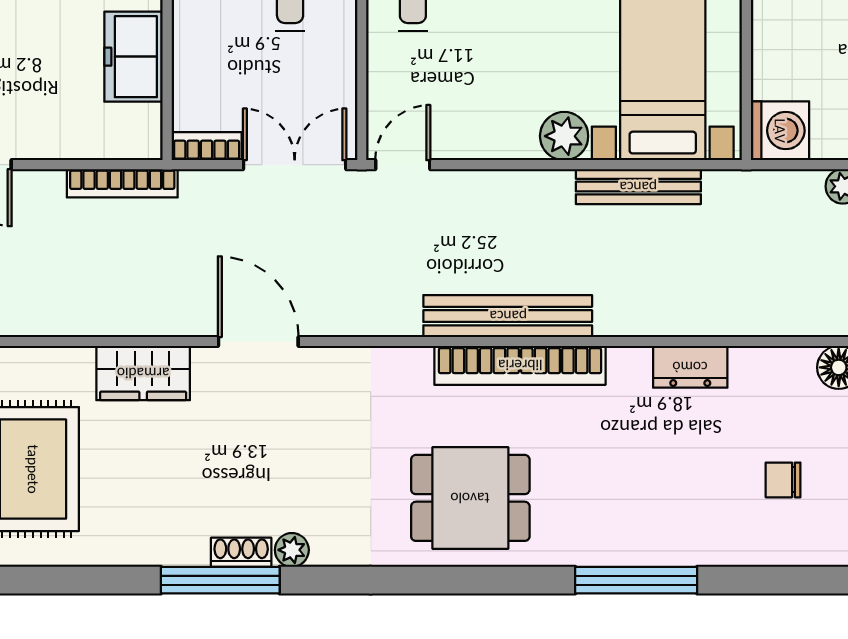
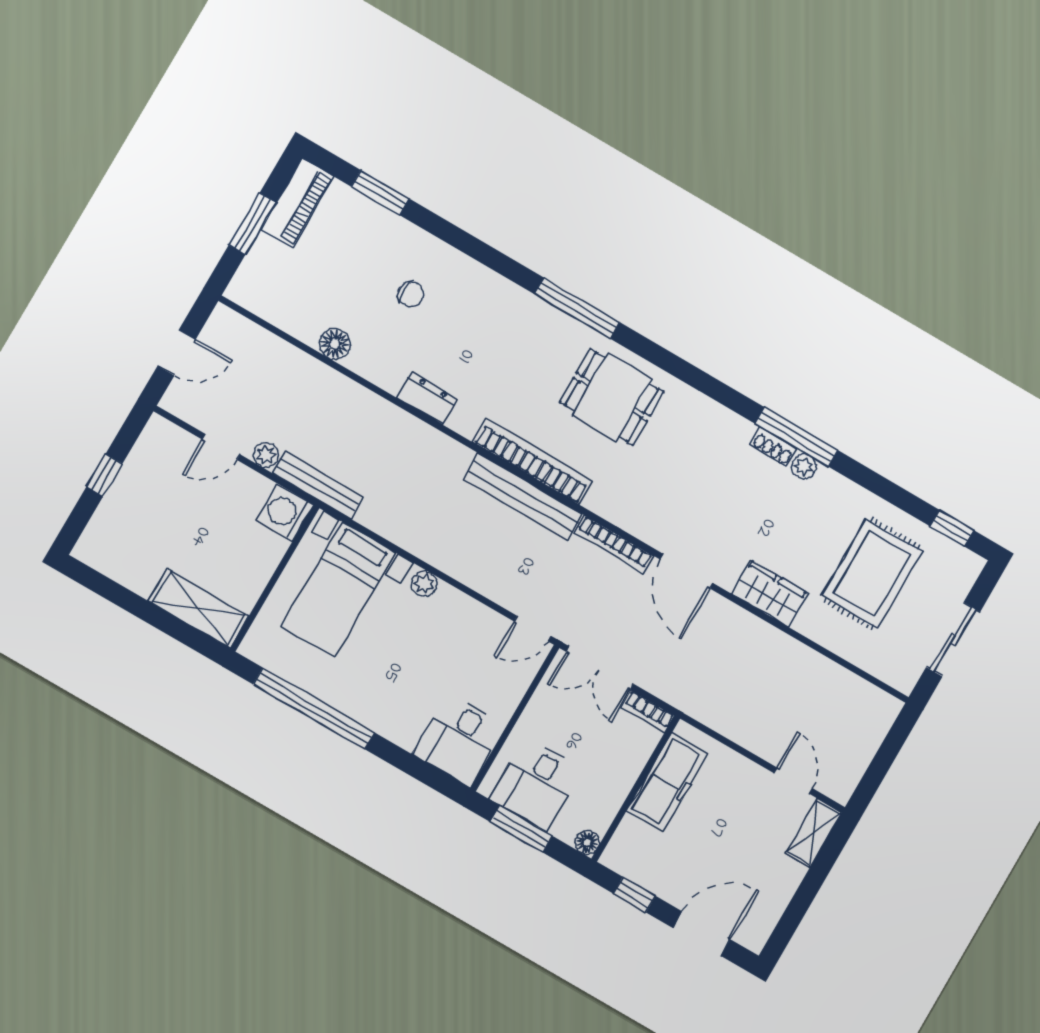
freezer: (134, 57) -> (667, 782), width x1.40
plant: (564, 136) -> (424, 584), width x0.73, depth x0.73
bookcase: (122, 183) -> (614, 544), moved, turned 180
bench: (638, 187) -> (318, 485), moved
plant: (292, 550) -> (804, 466), moved
window: (636, 580) -> (577, 308), moved

